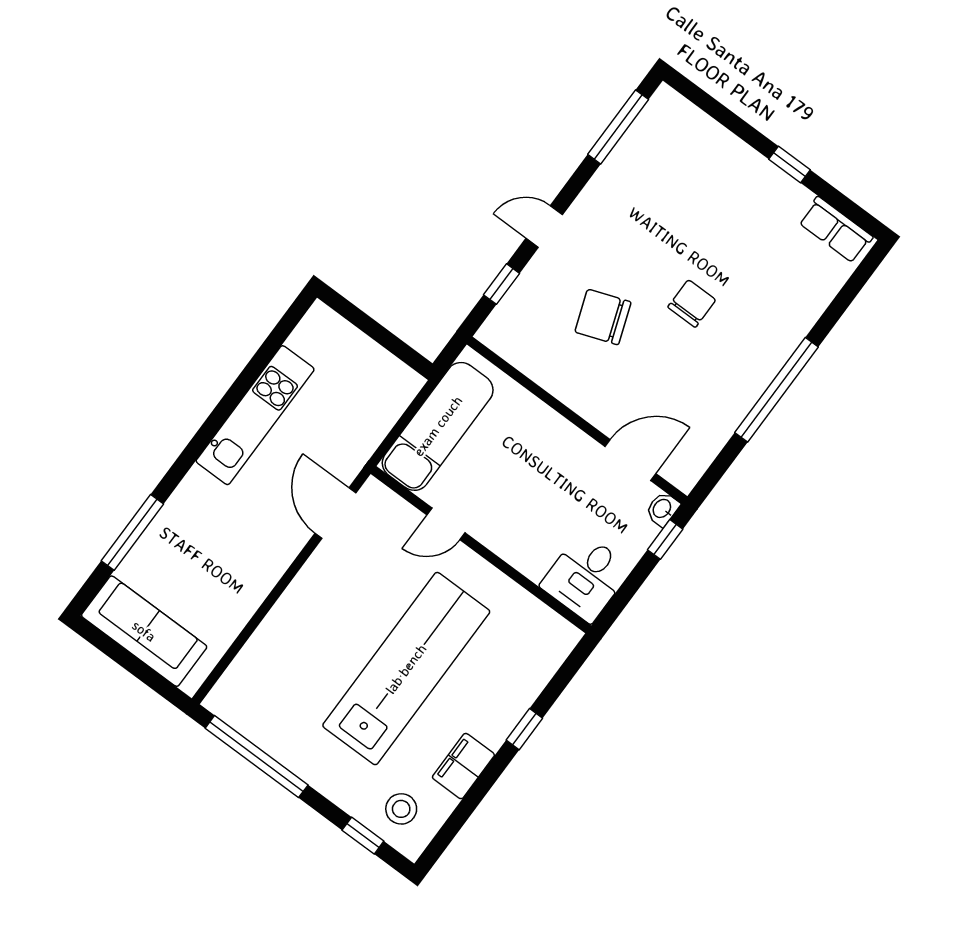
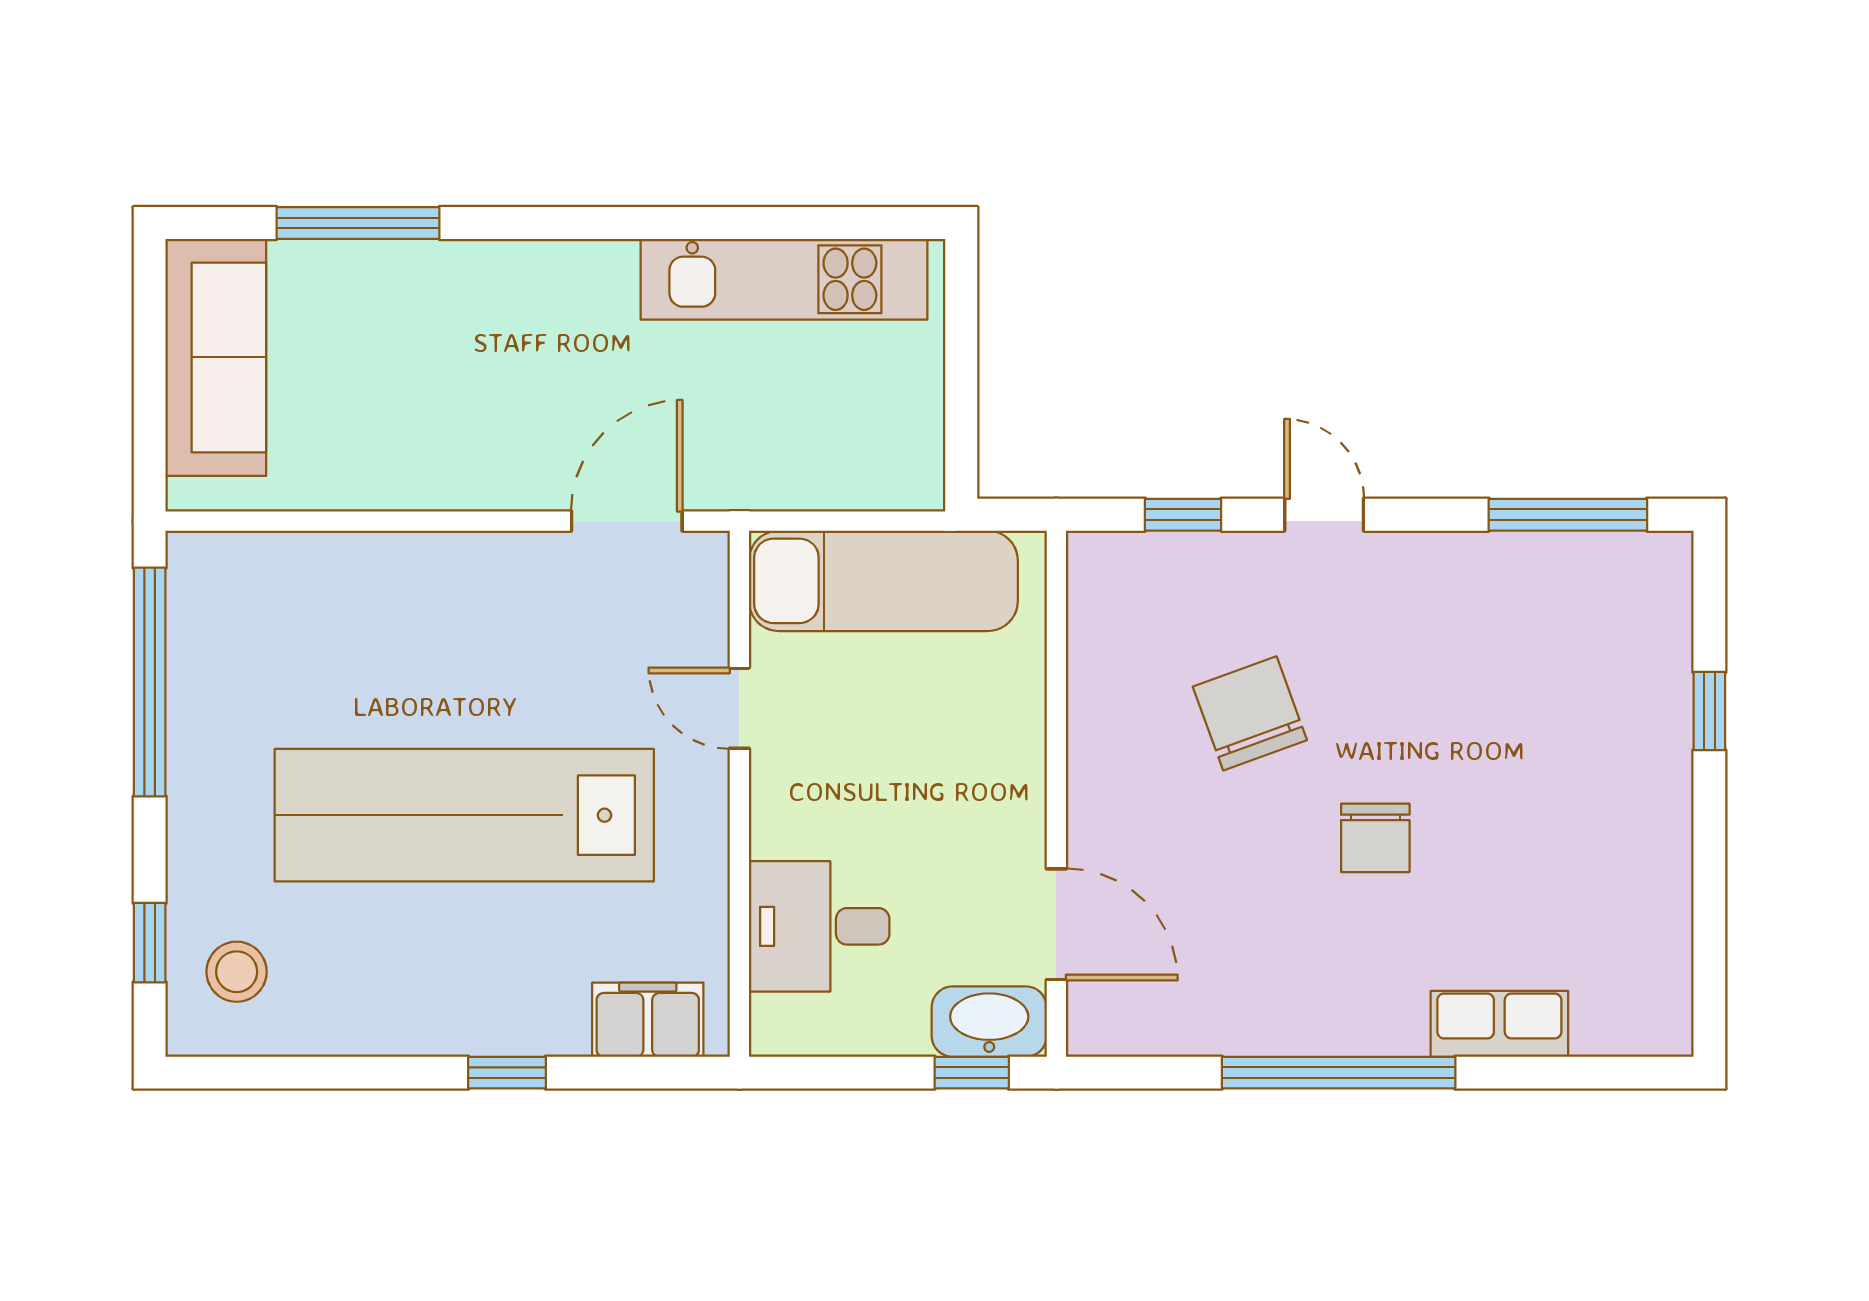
window: (790, 165) -> (1709, 711), moved
row of seats: (836, 230) -> (1499, 1024), moved, turned 90
chair: (692, 304) -> (1375, 838), turned 90
kitchen unit: (255, 415) -> (784, 279), moved
washbasin: (662, 509) -> (989, 1022), width x1.91, depth x1.45
desk: (586, 577) -> (819, 926), moved
lab bench: (406, 669) -> (464, 815), turned 180
filing cabinet: (463, 766) -> (648, 1020), moved

